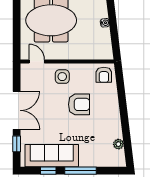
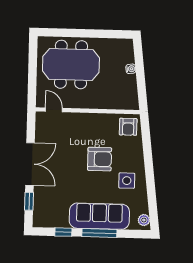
side table: (62, 77) -> (127, 181), moved
plant: (118, 144) -> (144, 220), moved
sofa: (52, 156) -> (99, 216), moved

